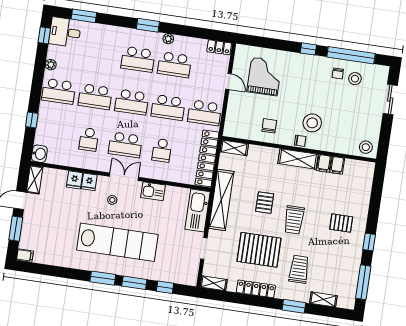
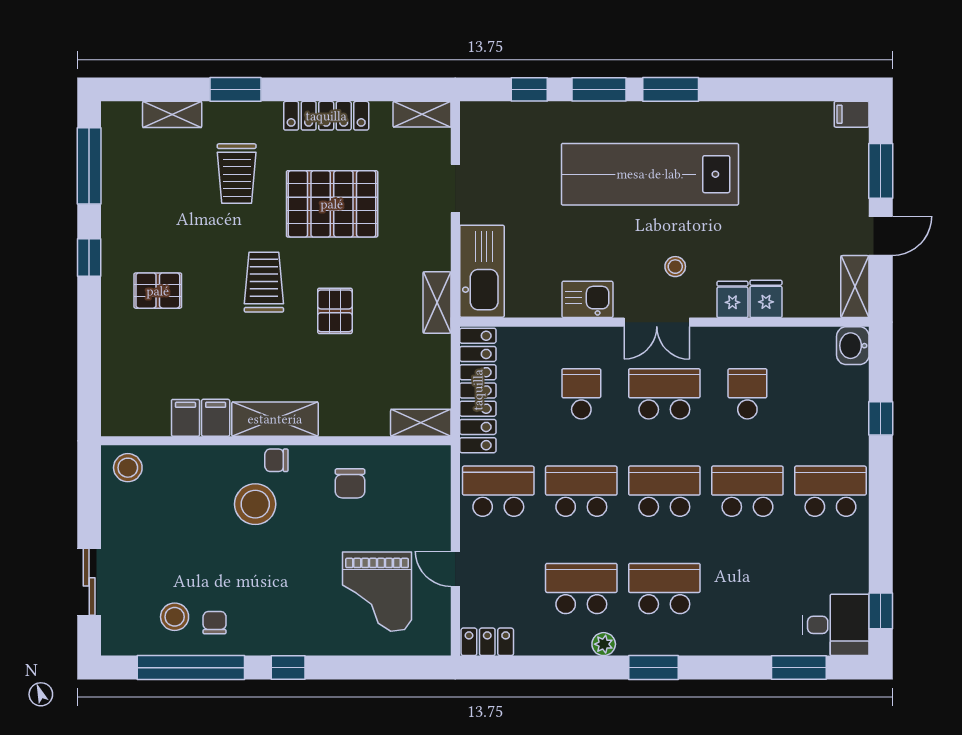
plant: (51, 65) -> (857, 548), removed
shelving: (221, 200) -> (437, 303), width x0.45, depth x0.75

